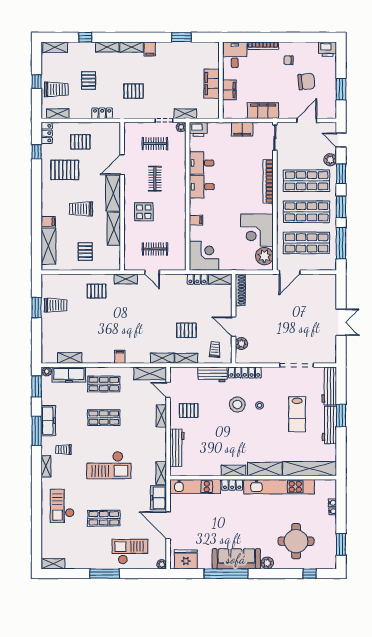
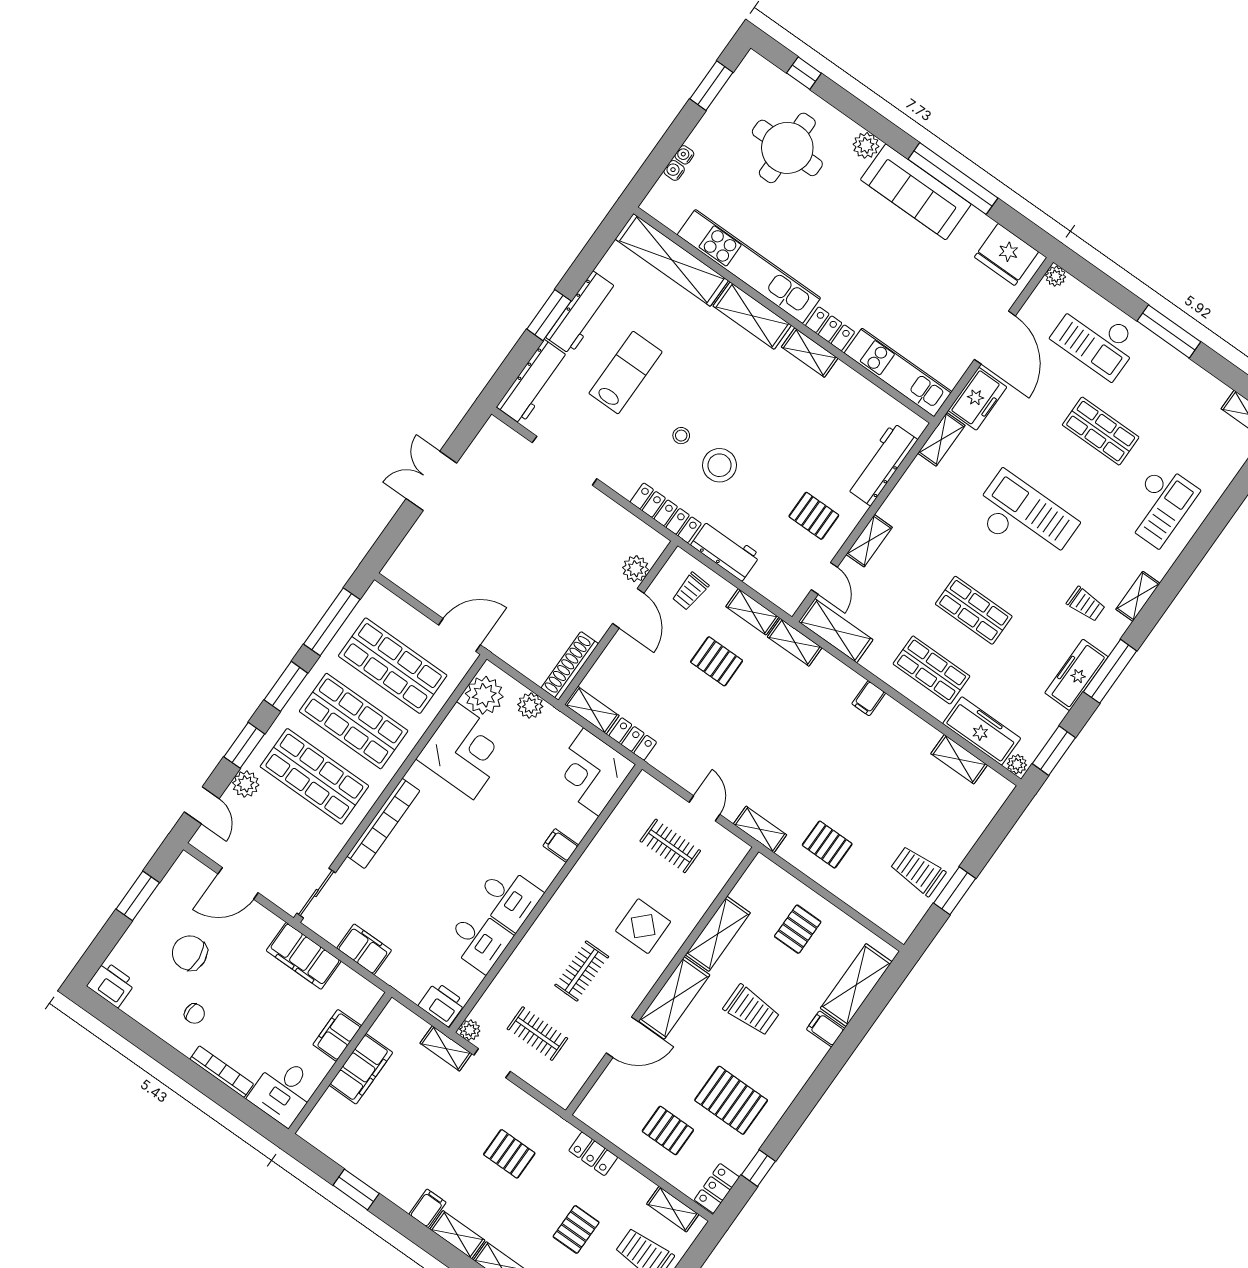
plant: (244, 264) -> (530, 706), added

